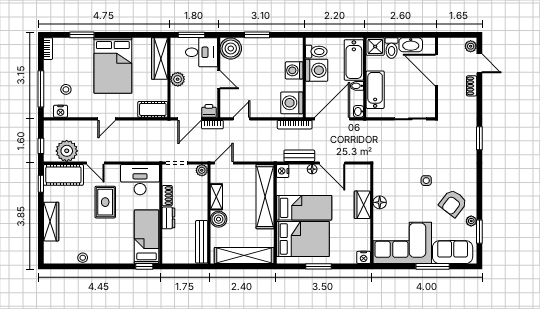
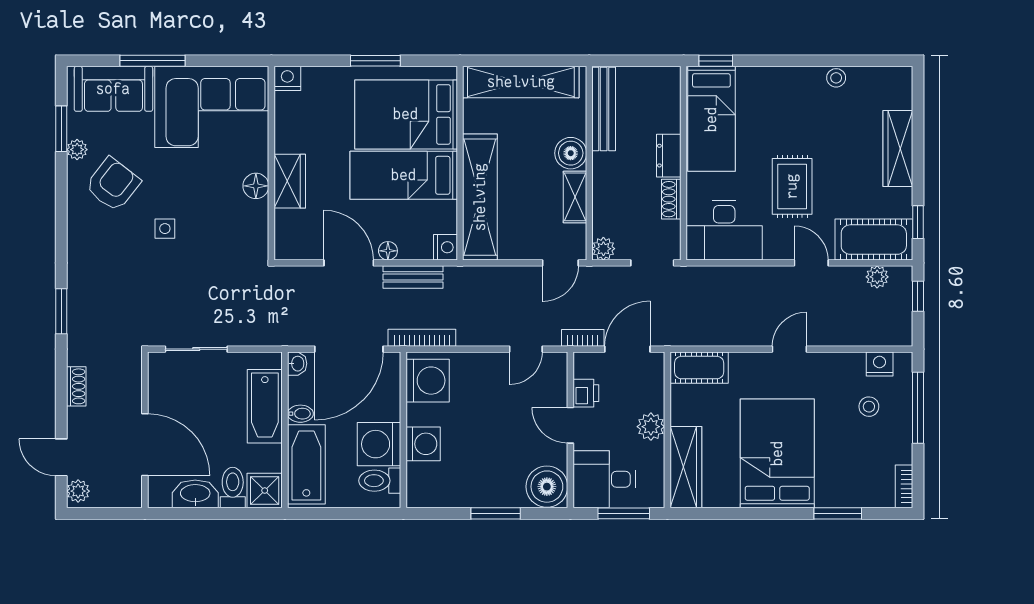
shoe rack: (472, 86) -> (76, 386), moved
printer: (209, 111) -> (586, 393), moved, turned -90
plant: (67, 151) -> (877, 277), width x0.53, depth x0.53

